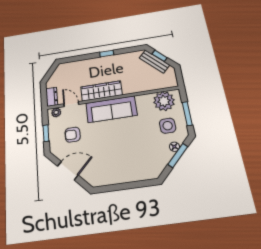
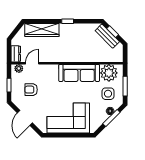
wardrobe: (101, 91) -> (42, 30), moved, turned 180
door: (71, 104) -> (32, 63), hinge flipped
sofa: (111, 109) -> (79, 73), moved
corner sofa: (122, 163) -> (68, 118), added
door: (68, 171) -> (25, 118), swing flipped

